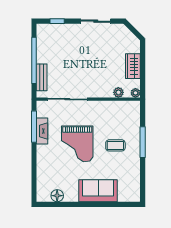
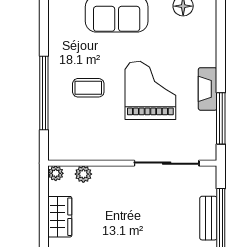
bench: (42, 77) -> (208, 218), moved
fireplace: (42, 131) -> (208, 89), moved
window: (143, 142) -> (44, 93), width x1.46

